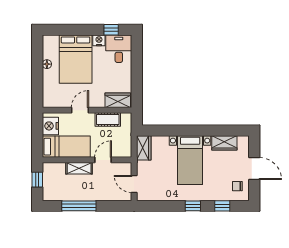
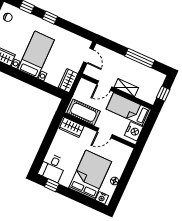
nightstand: (99, 40) -> (102, 198), moved
cot: (108, 120) -> (83, 112), width x1.37, depth x1.34

